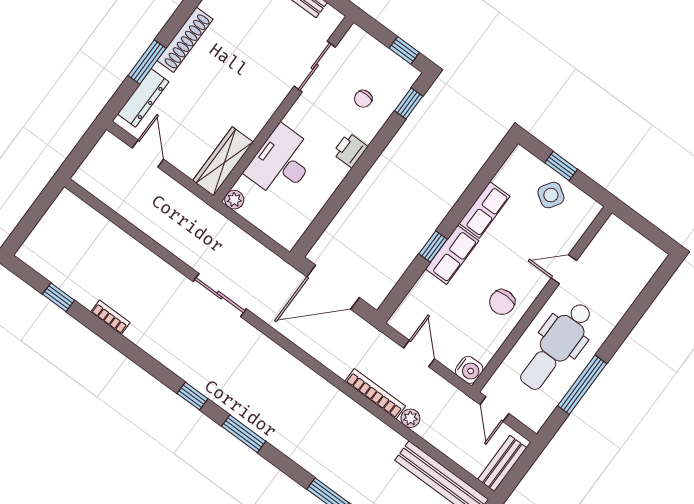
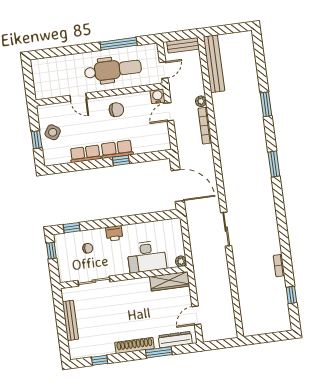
door: (419, 353) -> (169, 112), moved
window: (193, 396) -> (279, 200), removed

